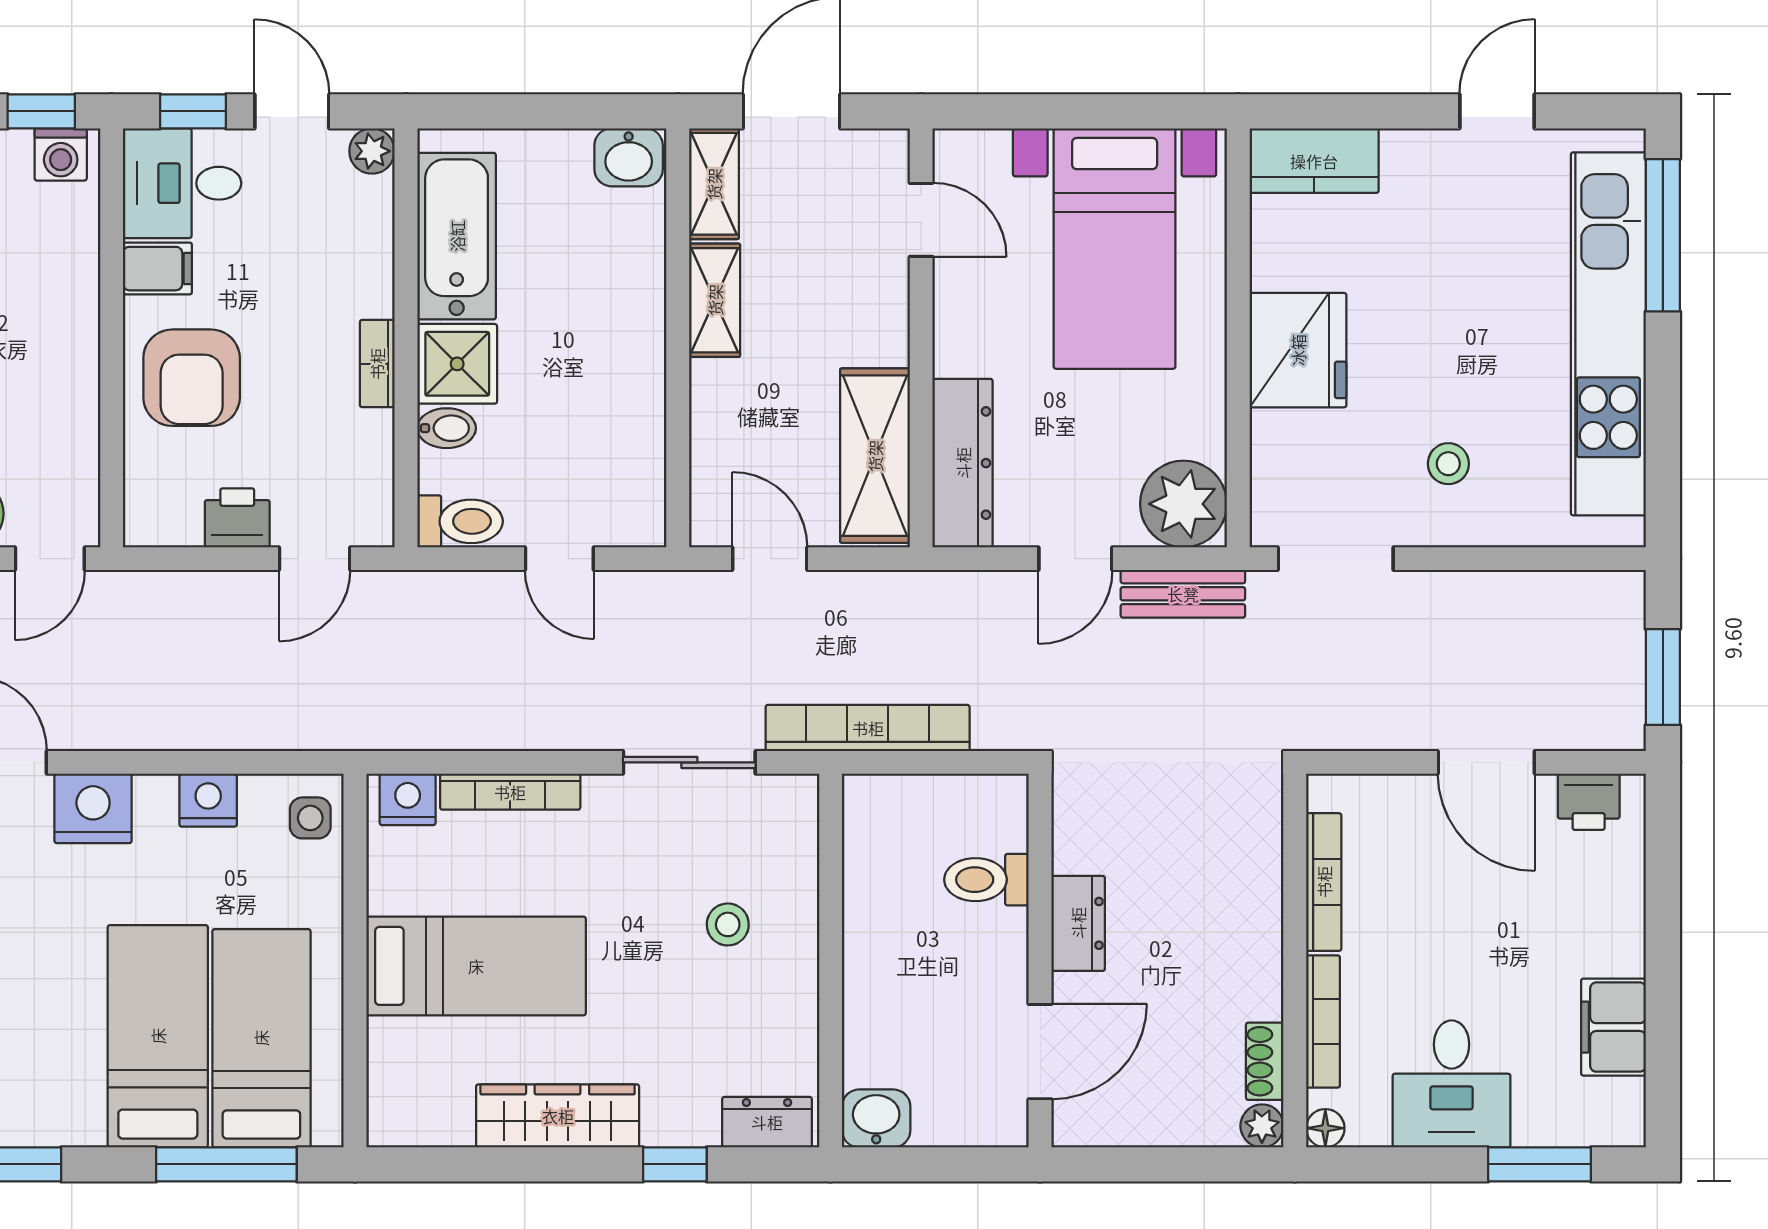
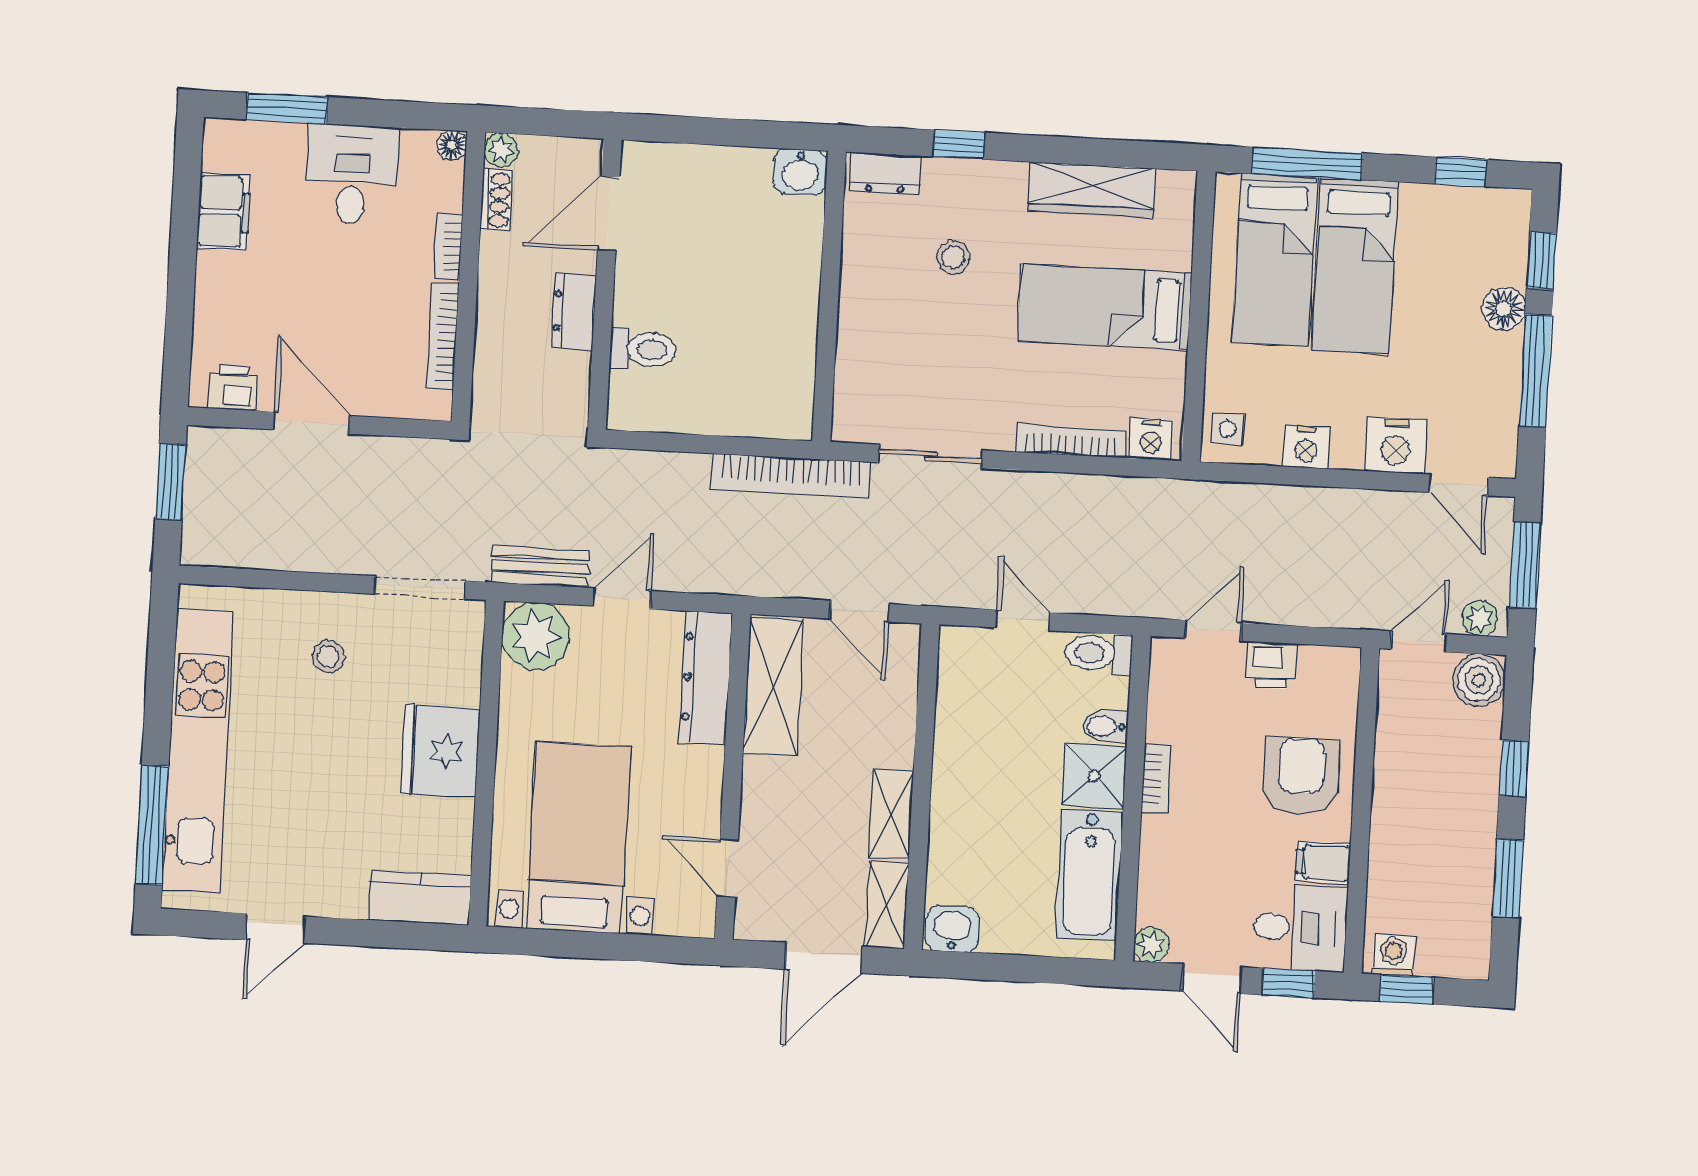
toilet: (986, 880) -> (643, 349), moved
dresser: (1078, 923) -> (574, 312), moved
stool: (728, 924) -> (953, 257), moved
wall: (1040, 961) -> (605, 284), moved
bookcase: (1323, 1022) -> (448, 247), width x0.64
door: (1040, 1052) -> (609, 213), moved
wardrobe: (558, 1116) -> (1092, 190), moved

